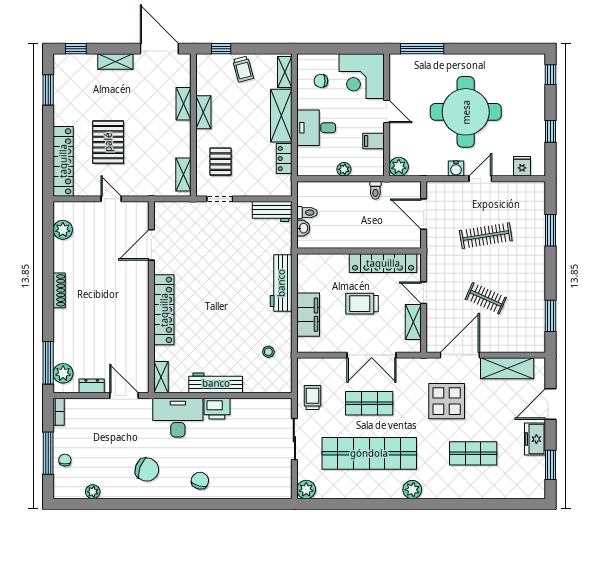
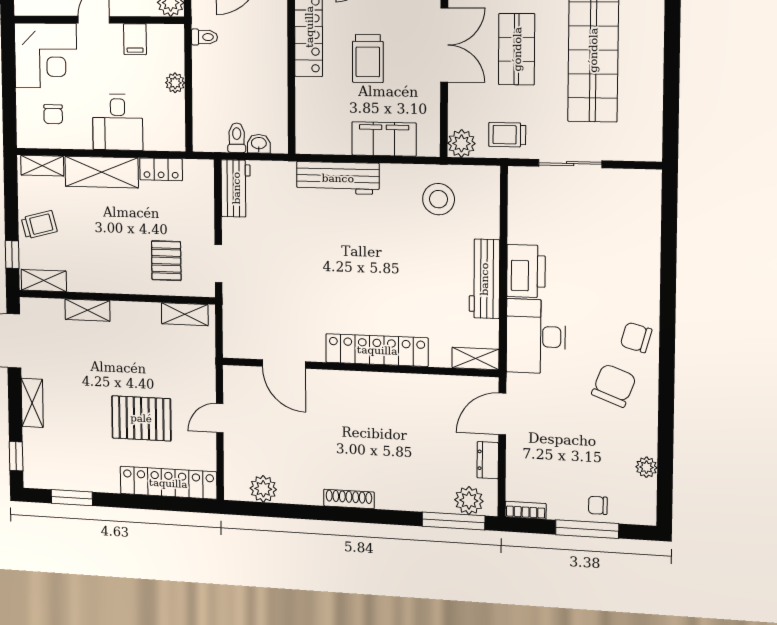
shelving: (203, 112) -> (44, 281), moved
pallet: (221, 162) -> (166, 261), turned 90
stool: (268, 352) -> (439, 199), width x1.89, depth x1.89
printer: (217, 409) -> (526, 271), width x1.37, depth x1.19
chair: (200, 481) -> (636, 337), moved
plant: (306, 489) -> (461, 143), moved

